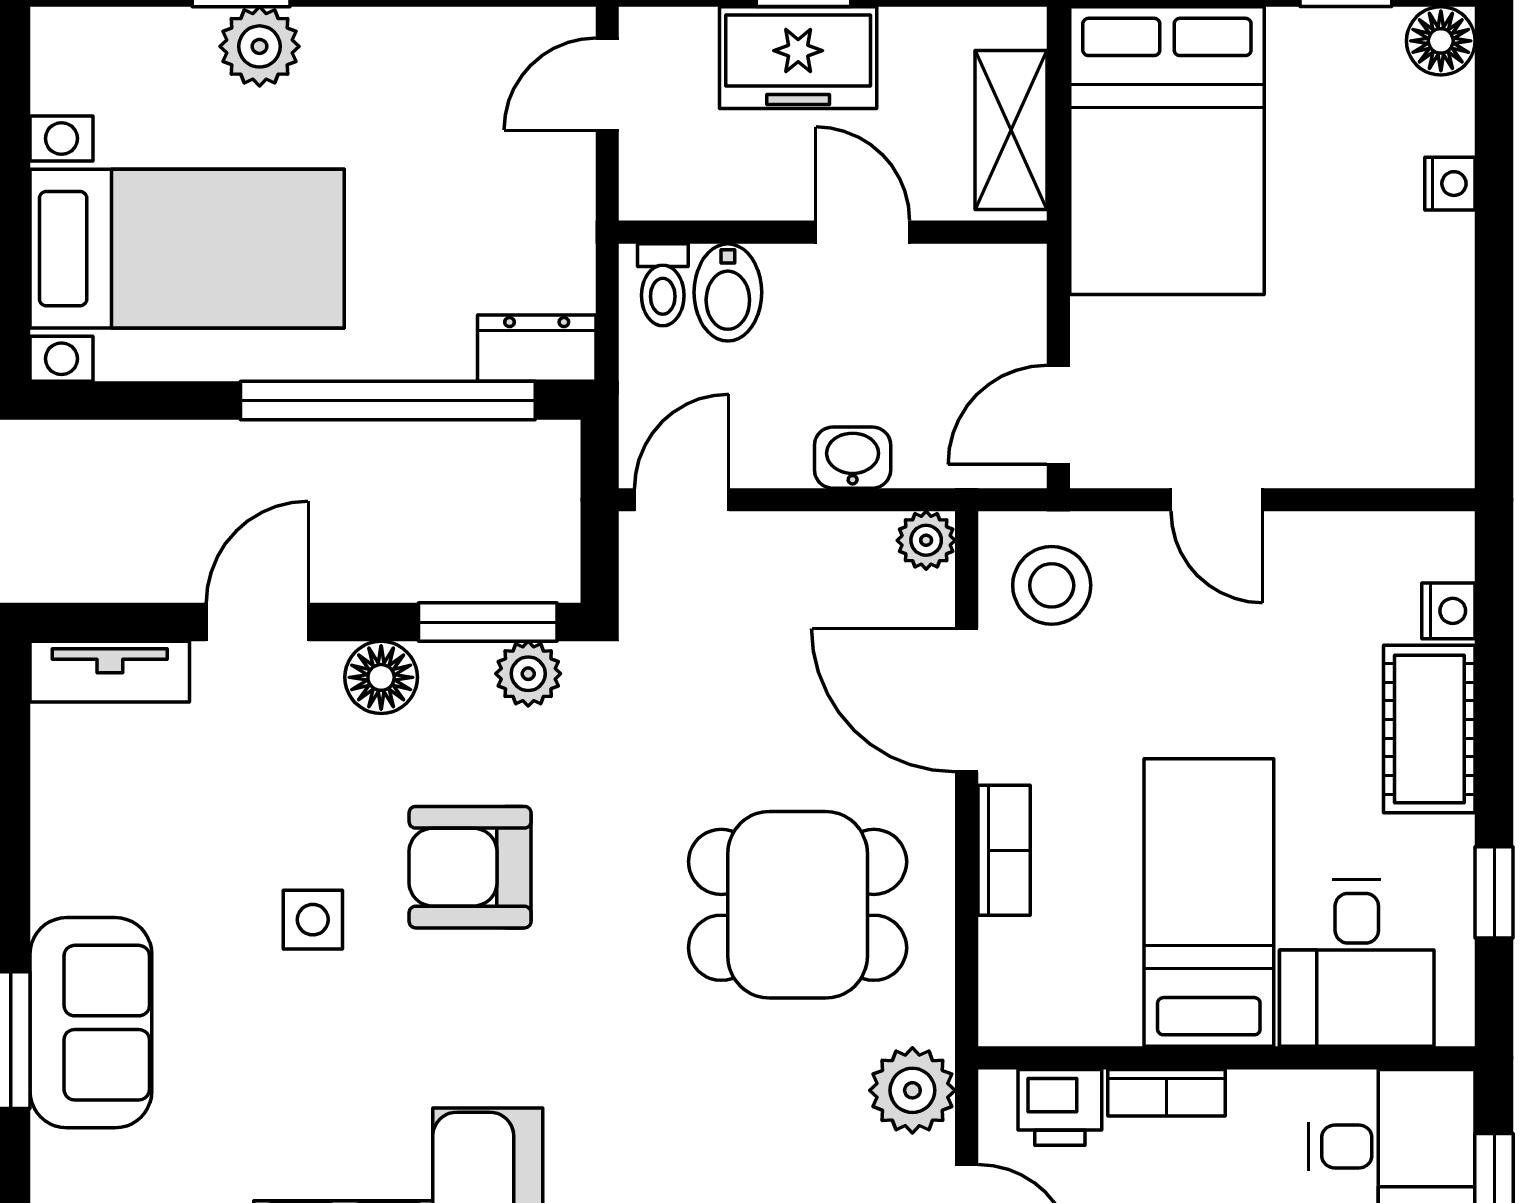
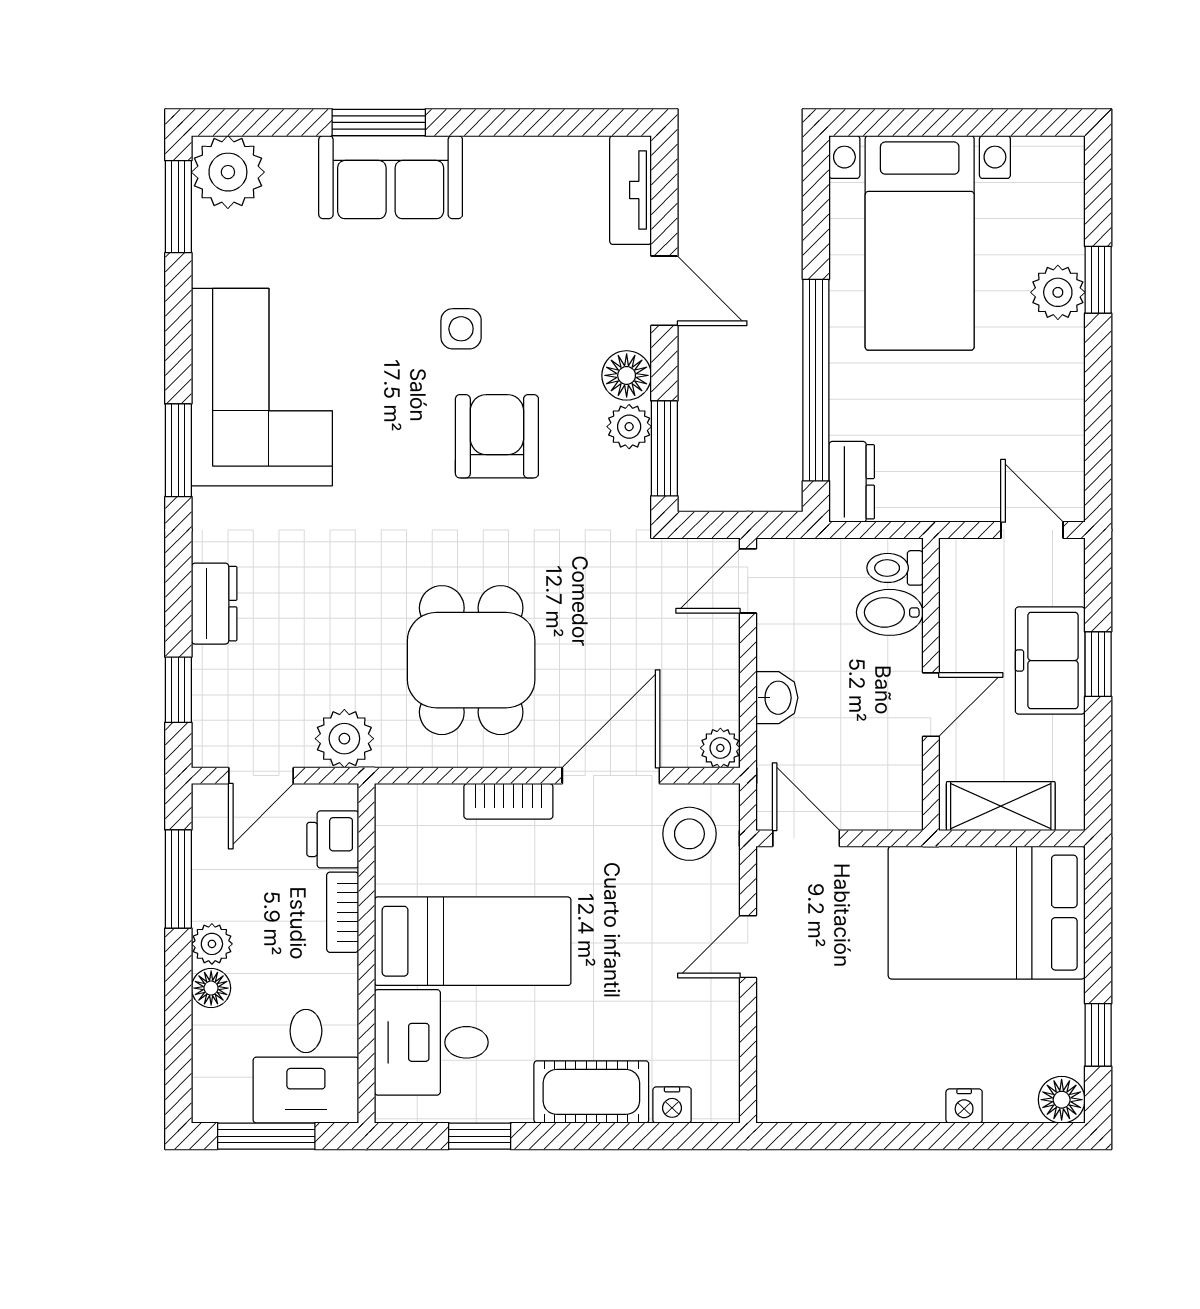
door: (682, 500) -> (748, 581), swing flipped
plant: (528, 674) -> (629, 427), moved

